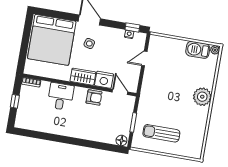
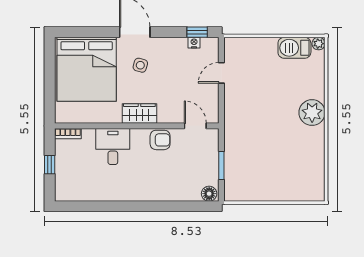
nightstand: (104, 80) -> (170, 113), removed
sun lounger: (161, 133) -> (263, 174), removed

